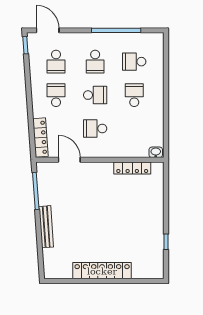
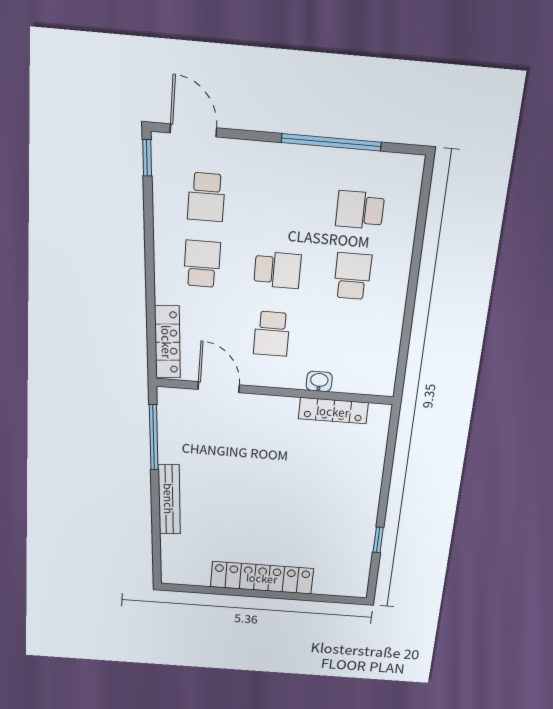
school desk: (95, 62) -> (283, 204), removed
school desk: (95, 129) -> (272, 334), turned -90
washbasin: (156, 152) -> (319, 381), moved

